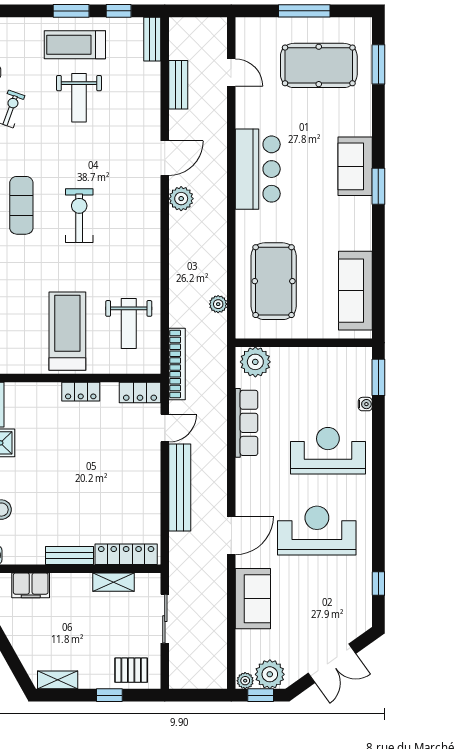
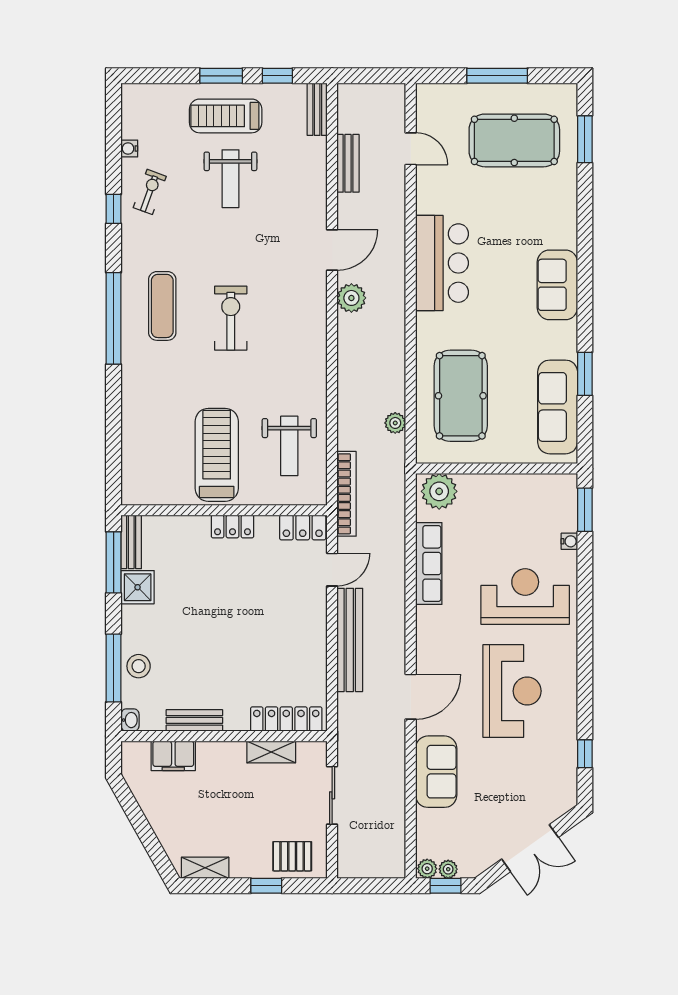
sofa: (355, 166) -> (557, 285), moved
window: (378, 186) -> (585, 374), moved
reception desk: (317, 531) -> (512, 691), turned 90
bench: (70, 555) -> (194, 720), moved
plant: (270, 674) -> (448, 869), width x0.53, depth x0.53

